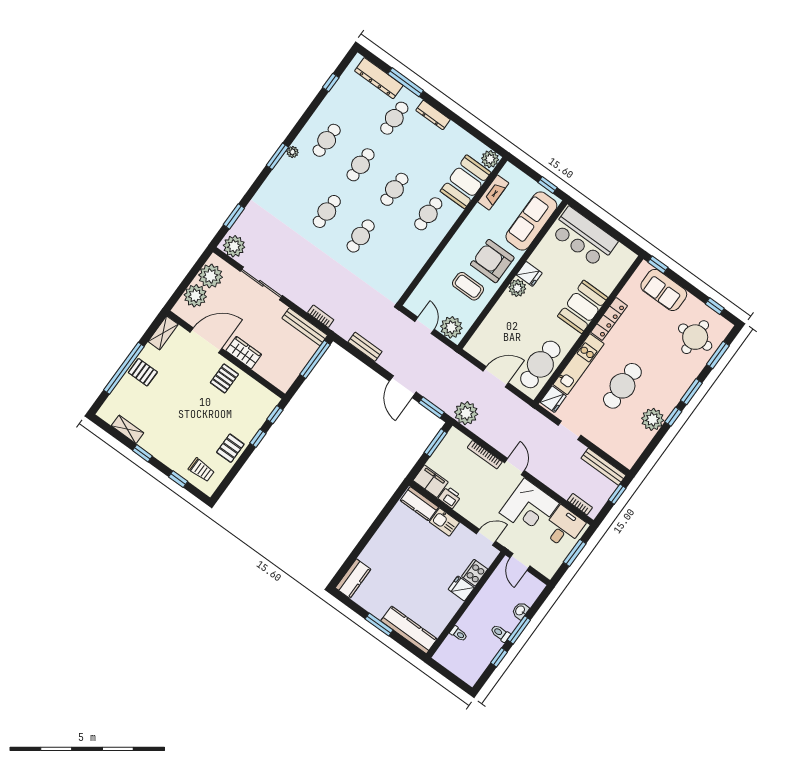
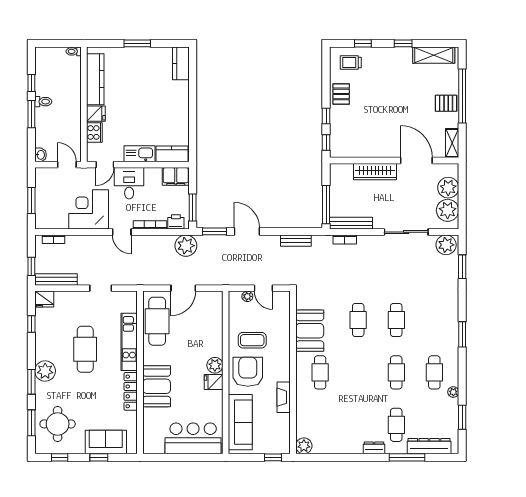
window: (331, 82) -> (462, 417), width x1.50
dresser: (433, 115) -> (374, 448), width x0.70
plant: (293, 152) -> (453, 392), moved
booth: (466, 182) -> (310, 331), moved
window: (548, 185) -> (273, 457), moved
cafe table: (394, 189) -> (358, 372), removed
fireplace: (493, 192) -> (284, 397), moved
armchair: (492, 261) -> (248, 372), turned -90
window: (658, 265) -> (99, 457), moved
plant: (451, 327) -> (247, 296), width x0.53, depth x0.53
door: (206, 340) -> (416, 160), swing flipped
wardrobe: (244, 353) -> (375, 172), width x1.50
pallet: (224, 378) -> (383, 142), removed
fridge: (553, 399) -> (44, 299), moved, turned -90
window: (673, 417) -> (31, 324), moved
plant: (653, 419) -> (45, 371), moved
shelving: (128, 429) -> (434, 55), width x1.50, depth x1.33
printer: (450, 497) -> (176, 222), moved, turned 180
kitchen sink: (444, 522) -> (140, 154), width x1.38
desk: (563, 527) -> (129, 183), moved, turned 180
washbasin: (520, 611) -> (40, 155), moved
kitchen counter: (409, 630) -> (95, 79), moved, turned -90
toilet: (459, 634) -> (74, 51), moved

